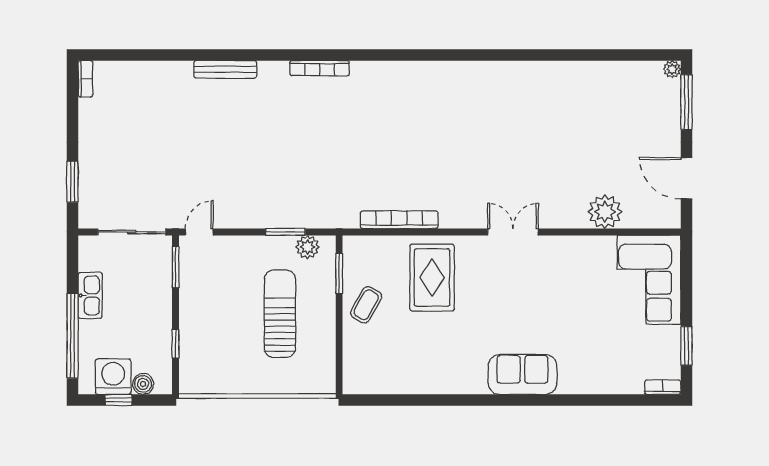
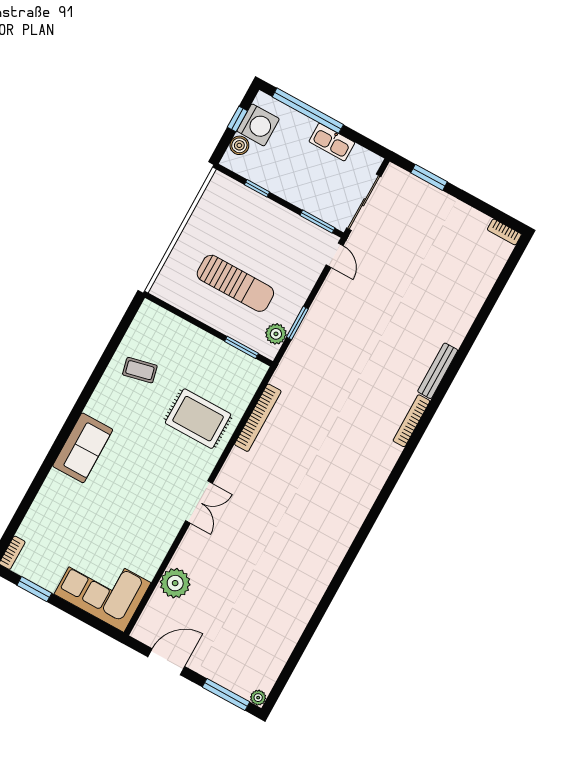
bench: (225, 69) -> (438, 371), moved
coffee table: (366, 305) -> (140, 370), moved, turned -42

